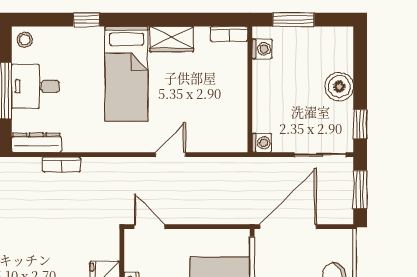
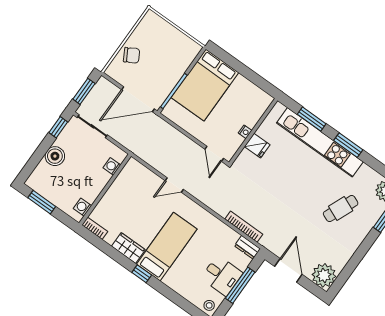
window: (86, 20) -> (142, 274), moved
window: (293, 20) -> (42, 202), moved
dresser: (36, 143) -> (247, 247), width x0.70
washing machine: (262, 143) -> (112, 166), moved
bookcase: (62, 164) -> (244, 227), width x1.56

